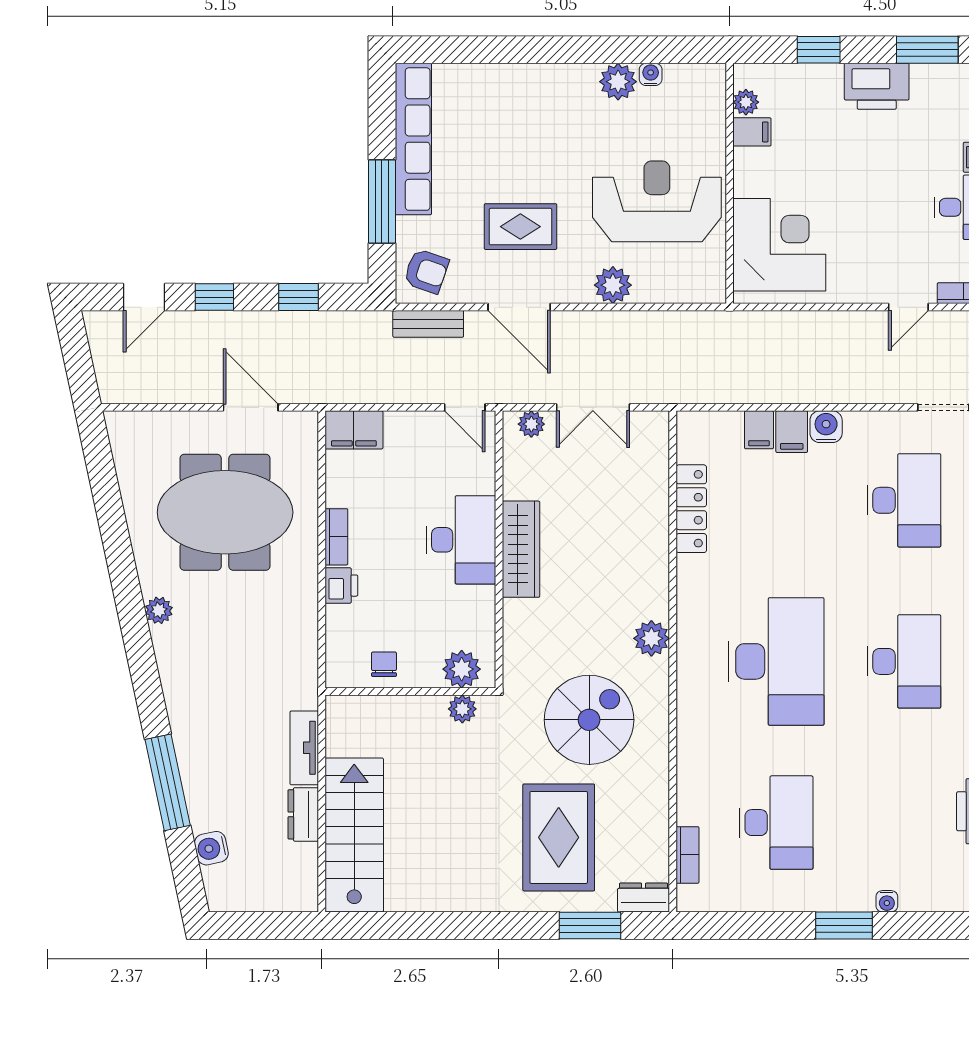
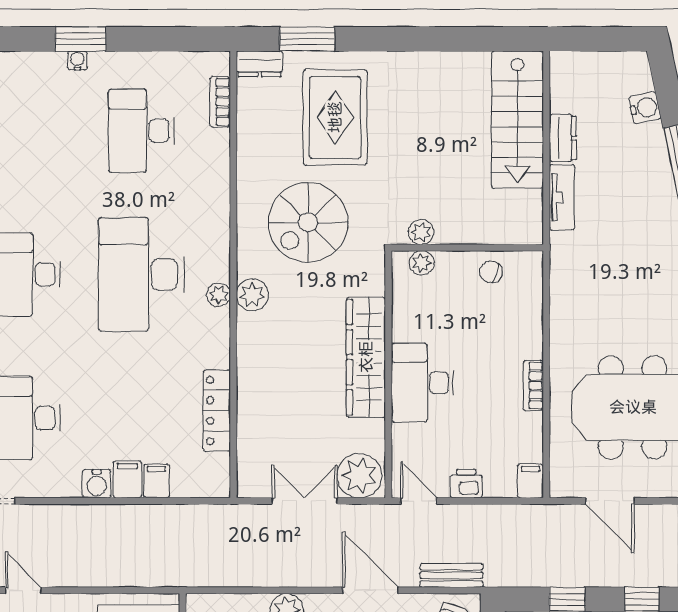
door: (908, 307) -> (23, 590), hinge flipped
plant: (531, 424) -> (360, 476), width x1.87, depth x1.87
filing cabinet: (354, 430) -> (530, 481), width x0.50
wardrobe: (521, 549) -> (366, 357), width x1.40, depth x1.17
printer: (341, 586) -> (466, 483), moved, turned 90
plant: (689, 638) -> (219, 295), added
chair: (384, 664) -> (491, 272), turned 108
plant: (462, 669) -> (422, 263), width x0.73, depth x0.73
water cooler: (887, 901) -> (77, 61), moved

